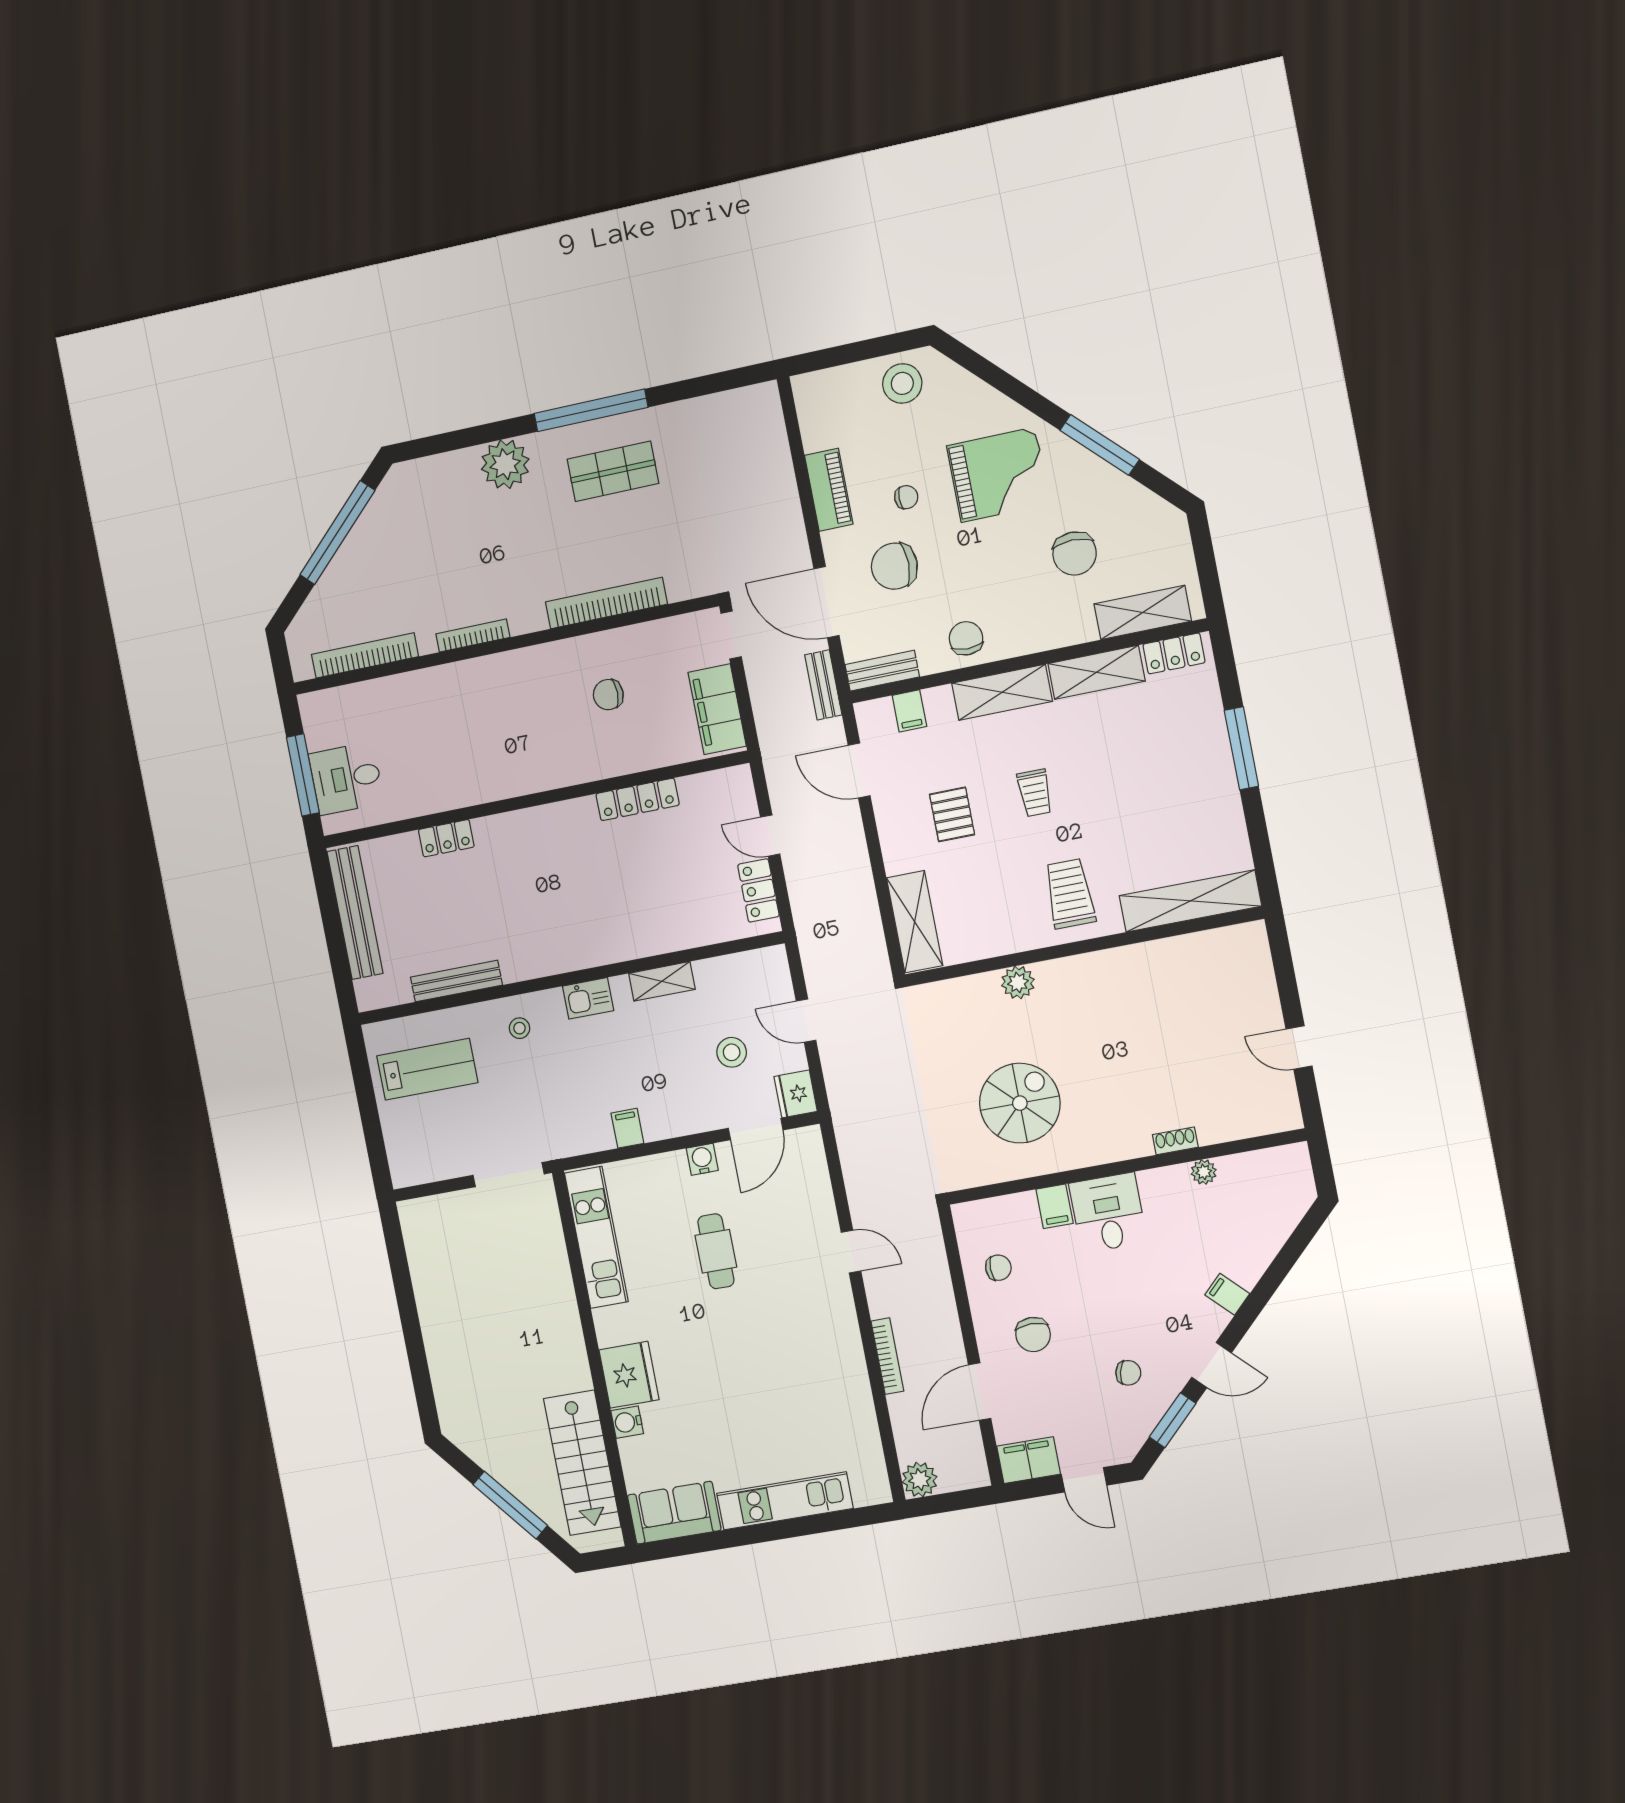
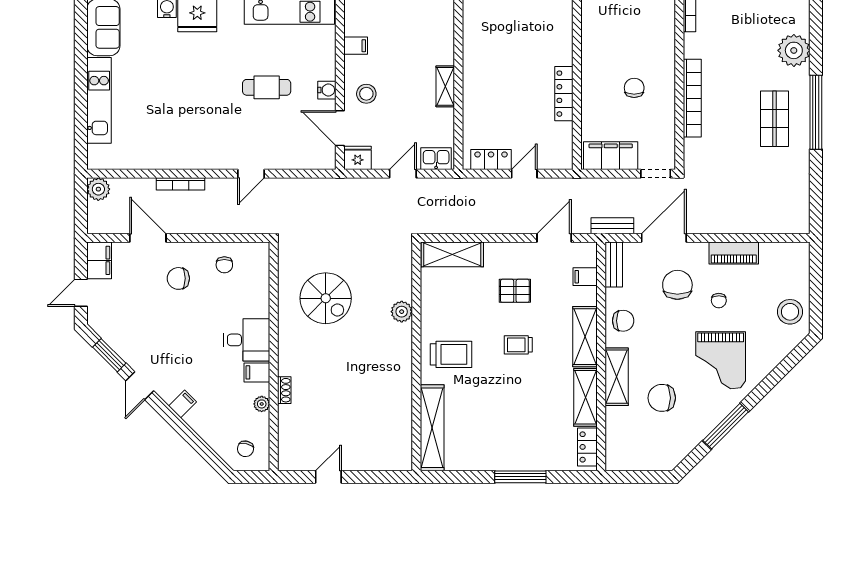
shelving: (1143, 613) -> (617, 377), moved
kitchen sink: (588, 998) -> (436, 159), moved, turned 90
stool: (732, 1052) -> (366, 94), moved
filing cabinet: (1055, 1206) -> (257, 372), moved
chair: (1128, 1373) -> (245, 449), moved

